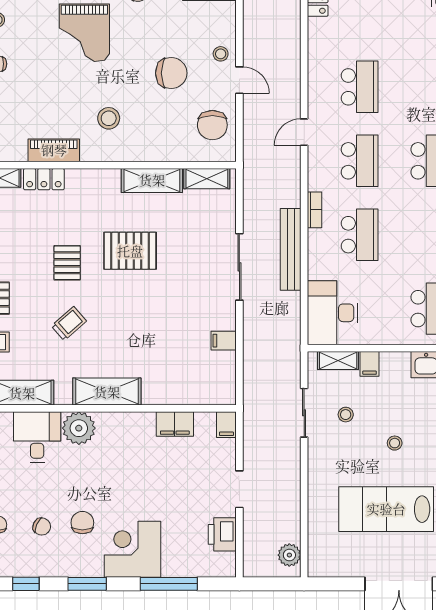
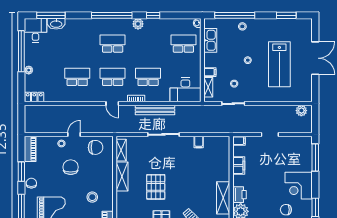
door: (304, 132) -> (112, 104), moved
printer: (222, 534) -> (239, 195), moved, turned -90
window: (169, 584) -> (315, 158), moved

